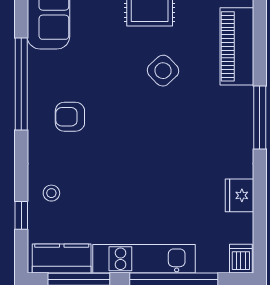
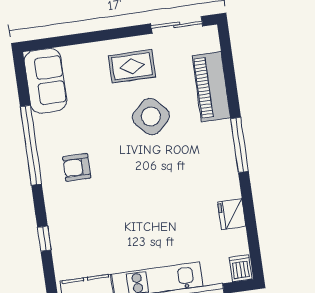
side table: (163, 71) -> (151, 117), width x1.37, depth x1.37
stool: (51, 193) -> (70, 235), removed
window: (21, 215) -> (44, 239), moved

